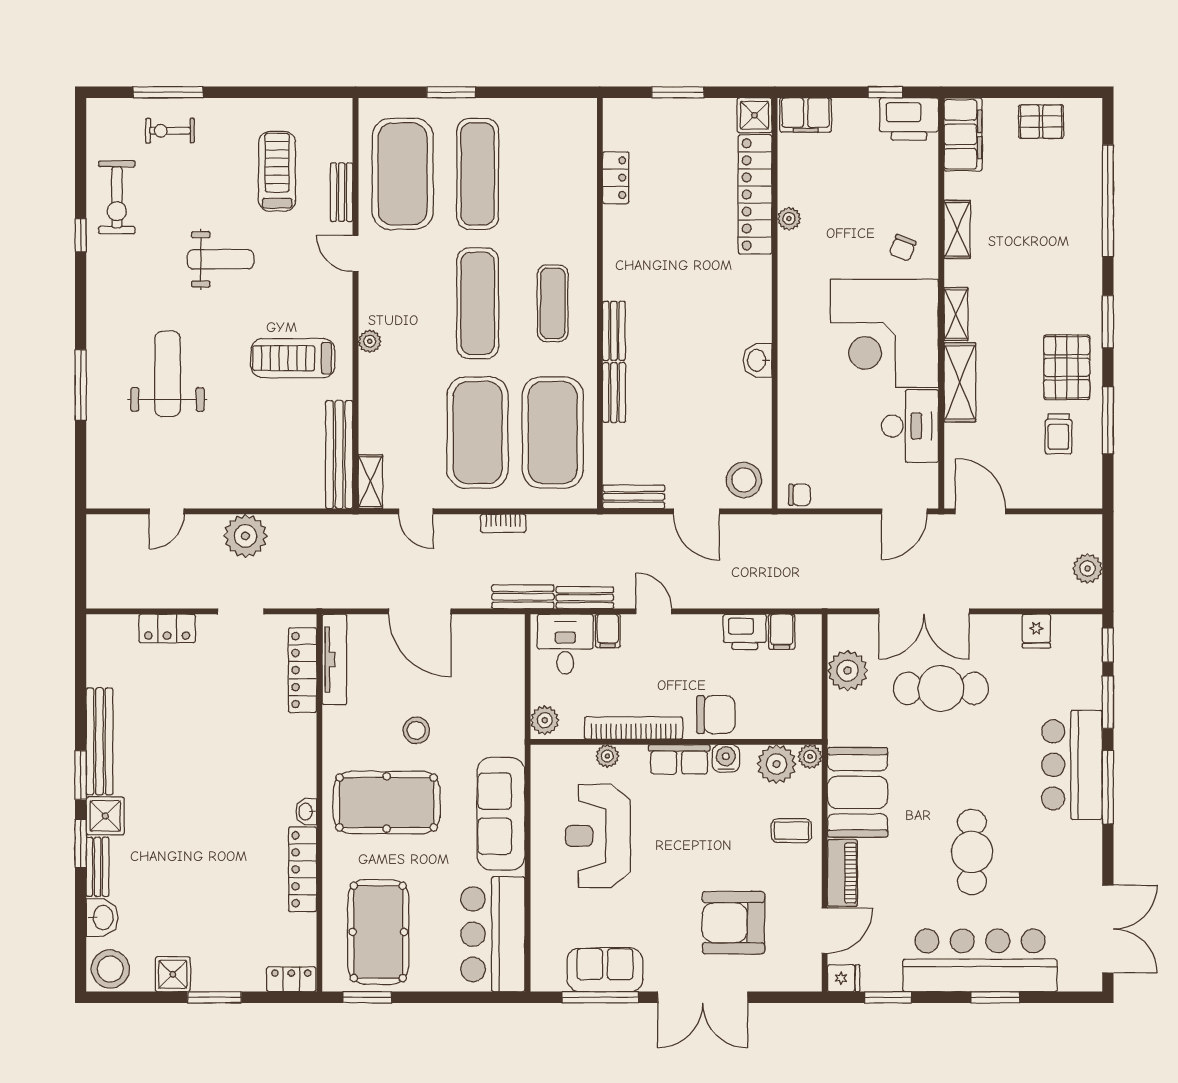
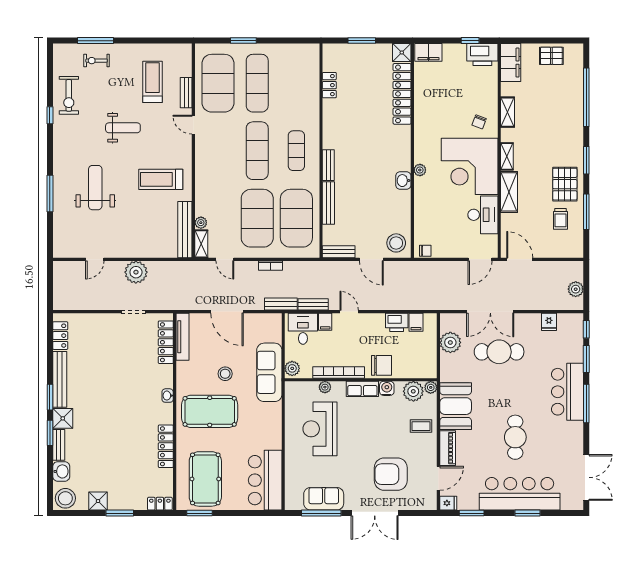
plant: (789, 219) -> (420, 170), moved
plant: (370, 341) -> (201, 223), moved
bench: (614, 393) -> (328, 203), width x1.36
locker: (167, 628) -> (60, 336), moved, turned -90
washbasin: (306, 812) -> (168, 396), moved
sofa: (501, 814) -> (269, 372), moved

